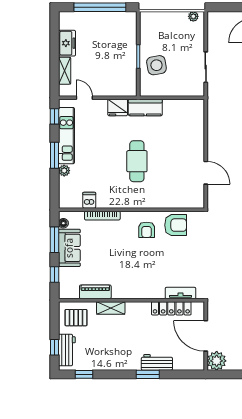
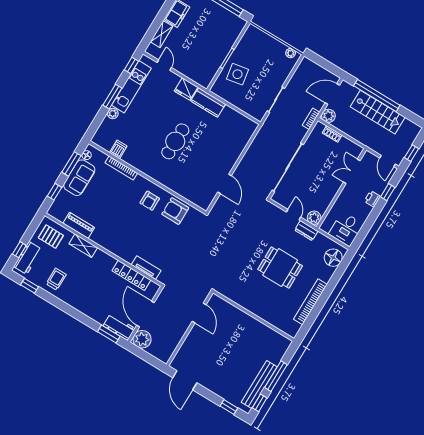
armchair: (176, 225) -> (175, 211), turned 180
trolley: (105, 354) -> (56, 279), added
workbench: (157, 362) -> (119, 327), moved
window: (148, 374) -> (109, 334), moved

